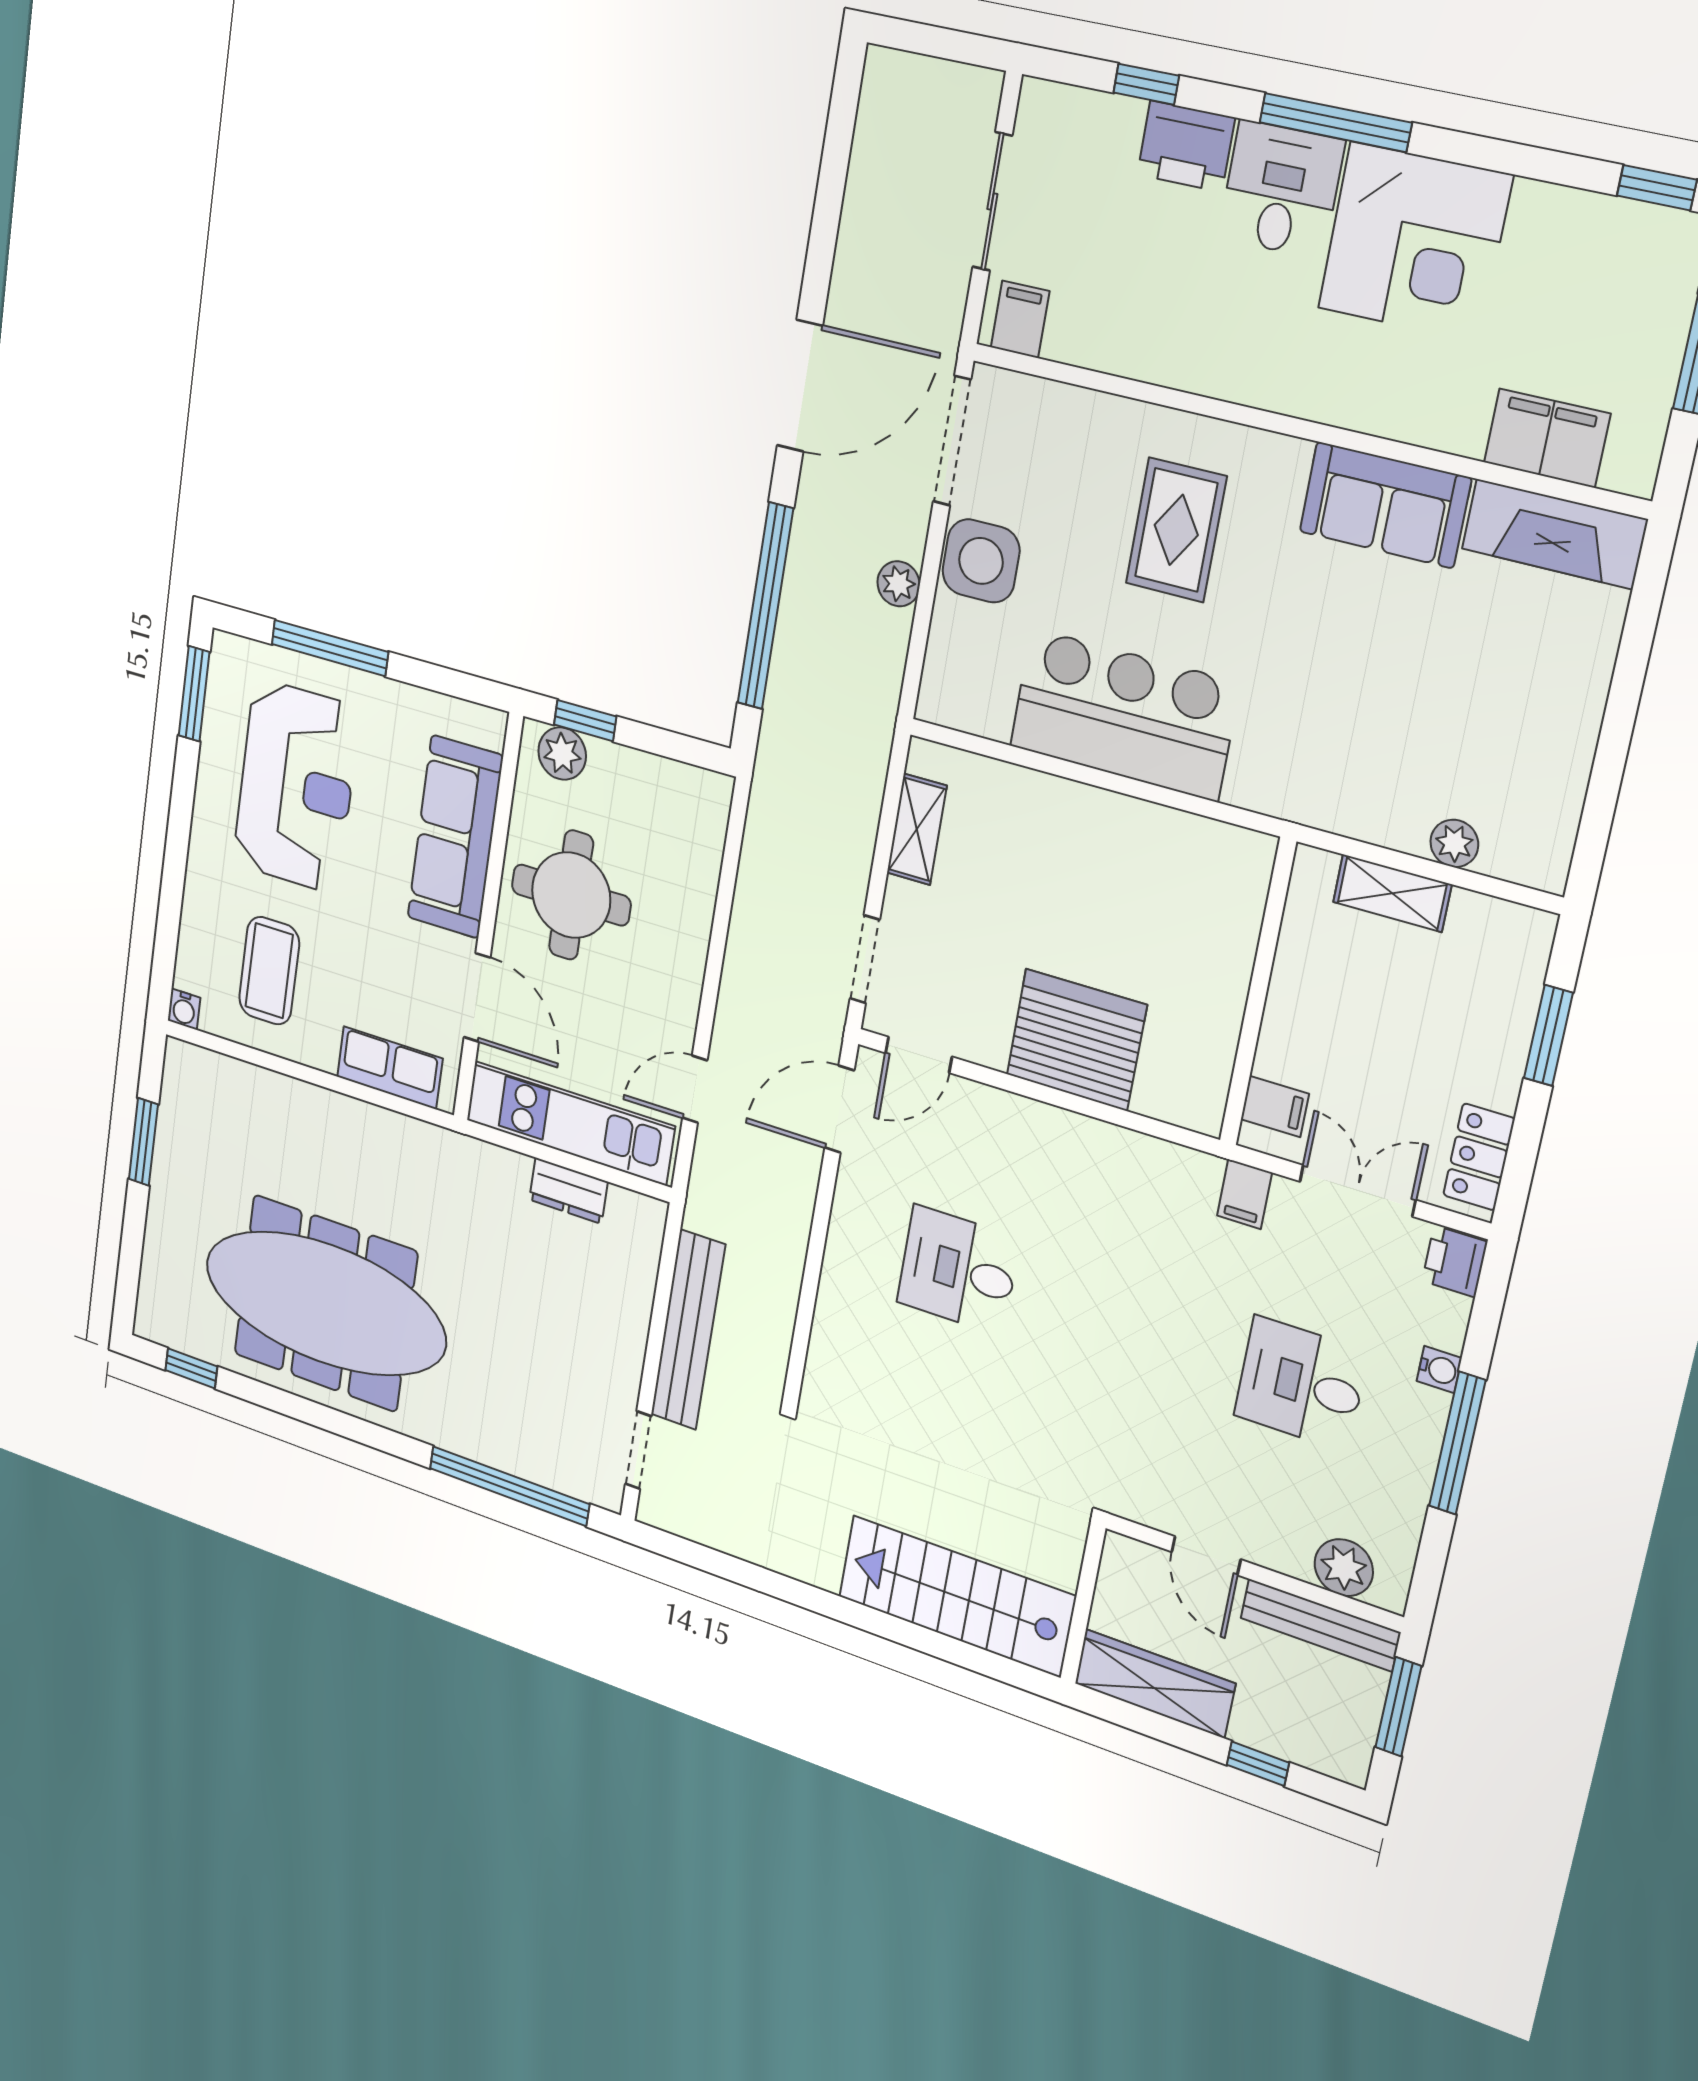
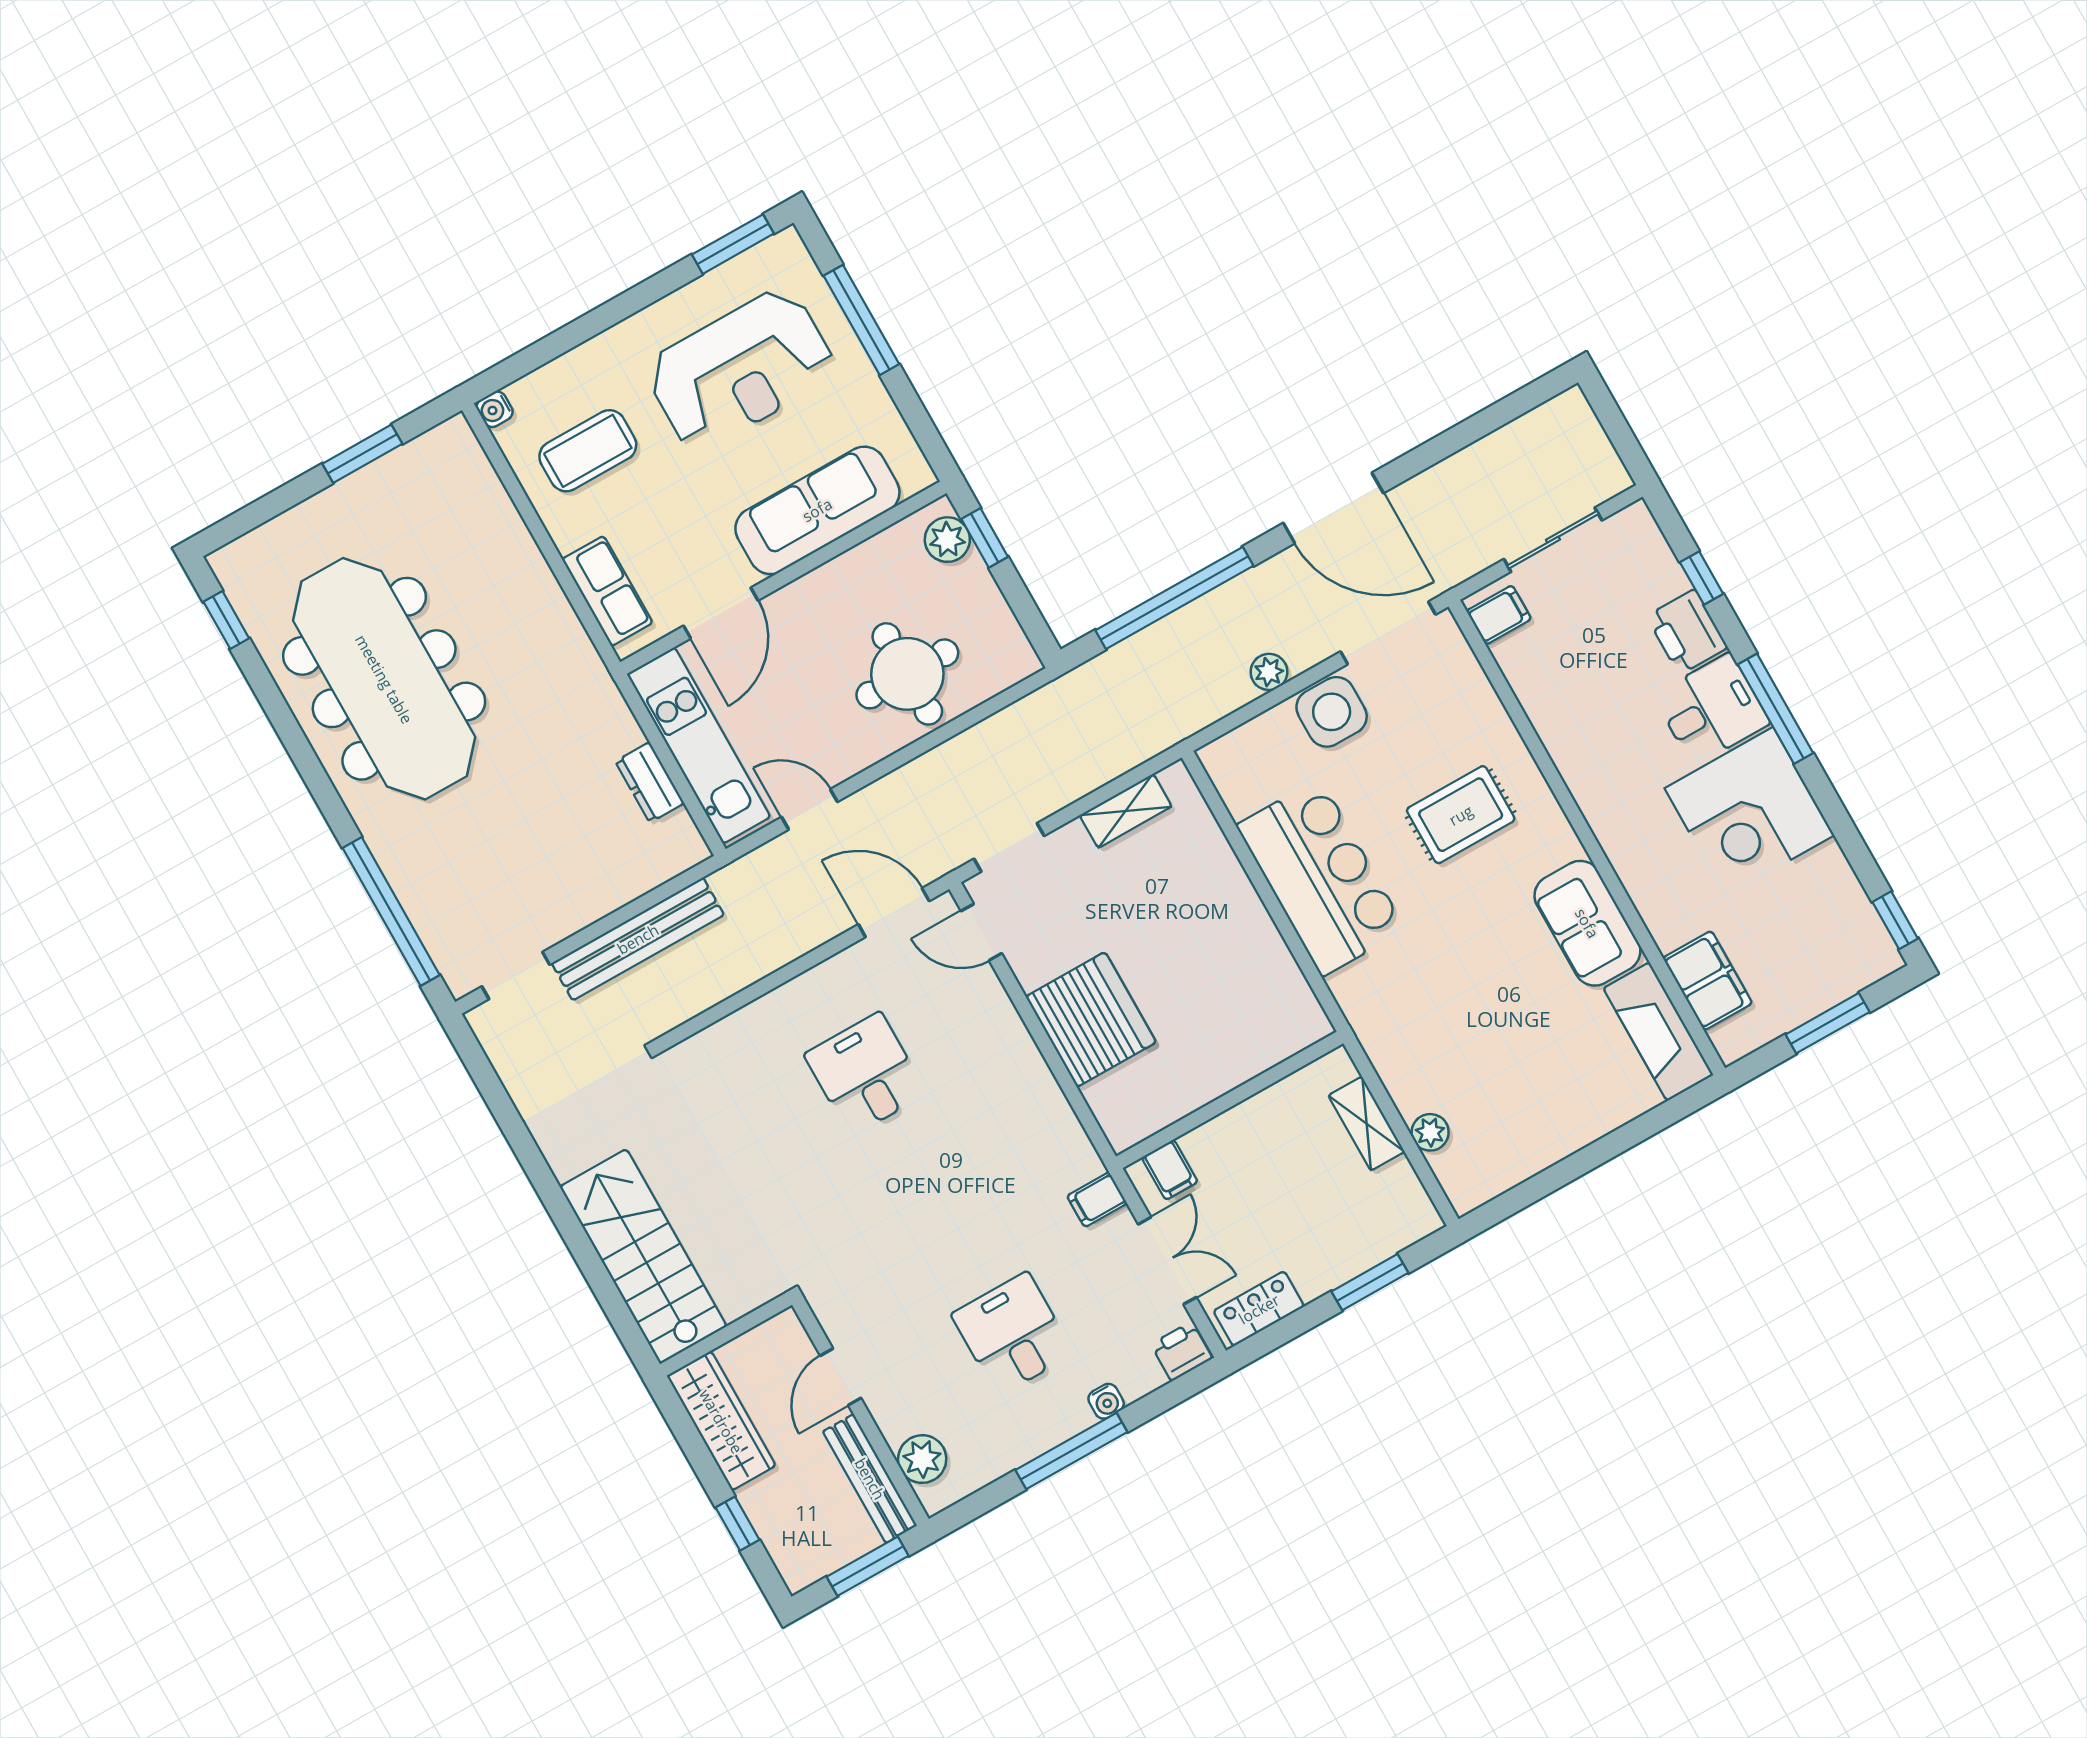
round table: (571, 895) -> (907, 674), moved

